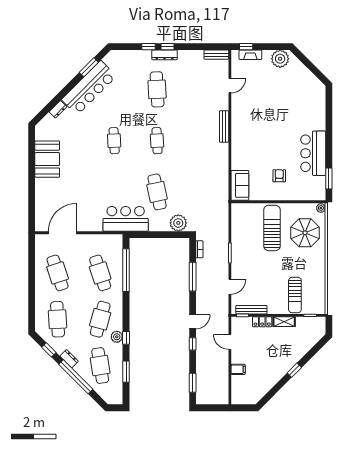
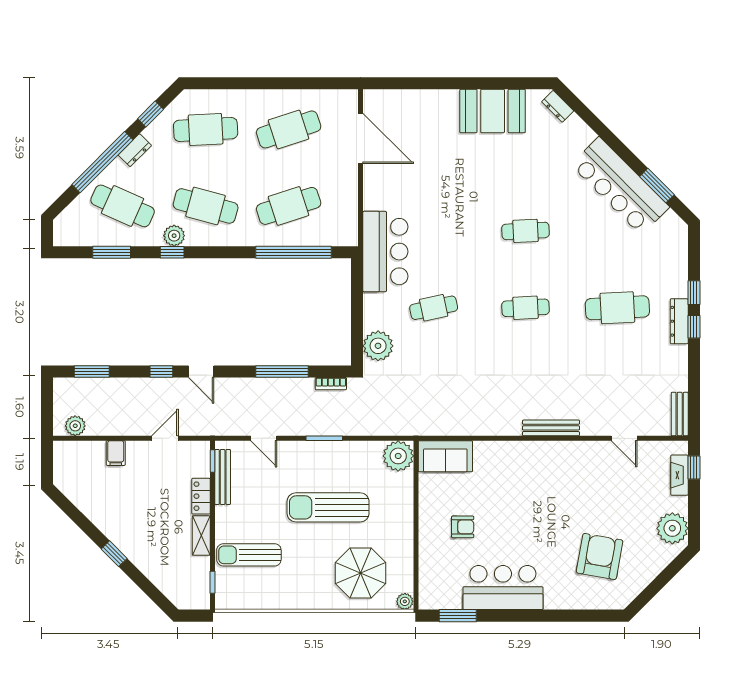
armchair: (296, 99) -> (600, 556), added
dresser: (58, 109) -> (558, 106), moved
cafe table: (157, 192) -> (434, 308), width x0.73, depth x0.74
plant: (240, 212) -> (398, 456), added
sun lounger: (272, 228) -> (328, 507), moved, turned 180
cafe table: (100, 366) -> (123, 206), turned 33
plant: (223, 392) -> (75, 426), added

